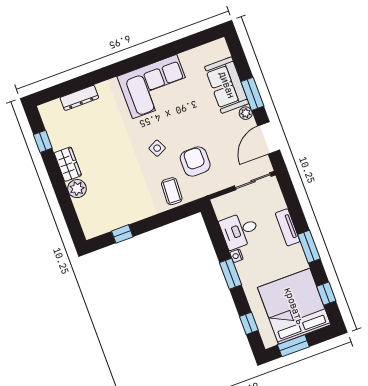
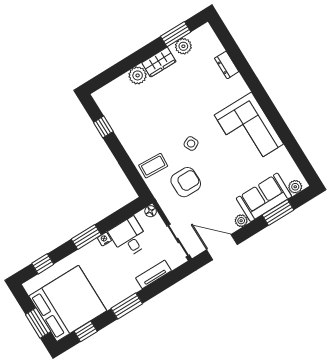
plant: (222, 51) -> (295, 187), added
window: (252, 94) -> (278, 213), moved
dresser: (79, 98) -> (227, 65), width x0.70
plant: (57, 136) -> (183, 46), added
window: (43, 141) -> (176, 34), width x1.50
floor lamp: (218, 203) -> (151, 211), added
tv unit: (288, 227) -> (153, 274), moved
window: (293, 346) -> (38, 323), moved

